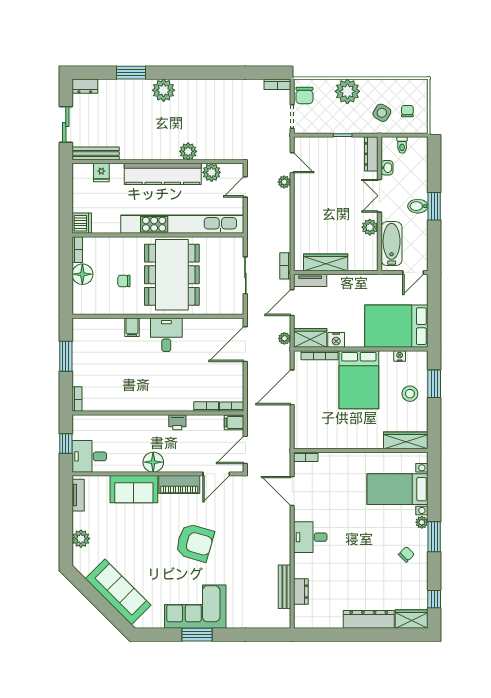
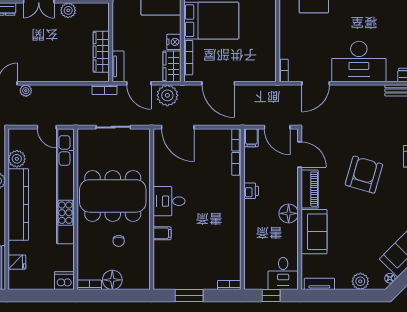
door: (245, 187) -> (47, 127), moved
plant: (284, 338) -> (167, 95), width x1.88, depth x1.88
desk: (310, 537) -> (359, 62), width x1.87, depth x1.30
floor lamp: (84, 570) -> (390, 278), added

